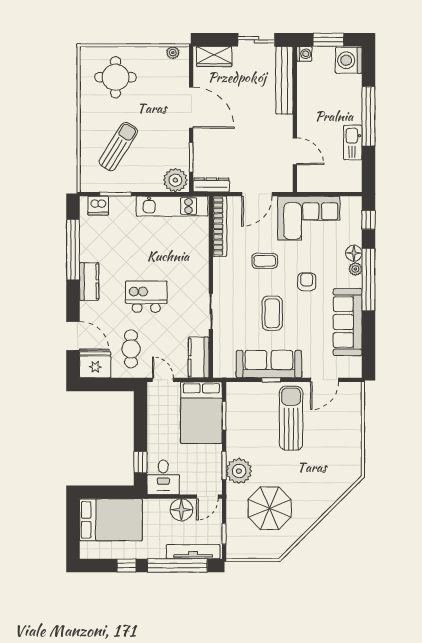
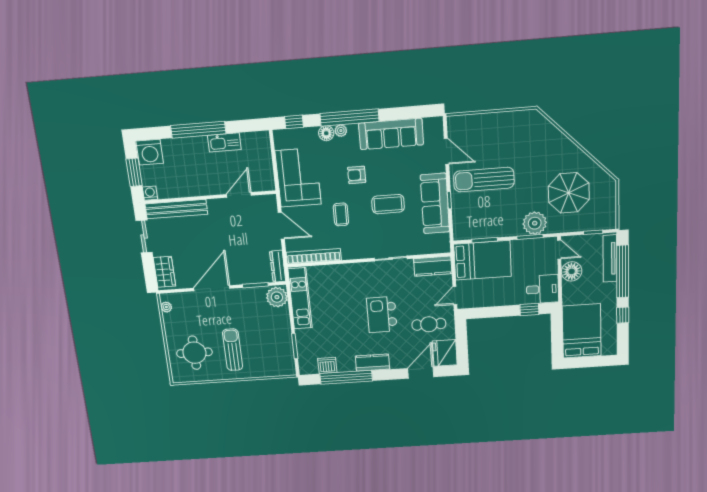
sun lounger: (118, 147) -> (233, 350), moved, turned 58
dishwasher: (98, 206) -> (327, 365), moved, turned -90

